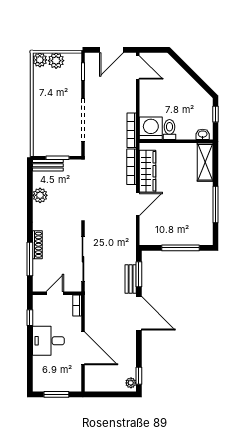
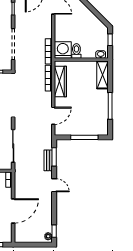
door: (138, 204) -> (53, 116), moved
door: (139, 313) -> (54, 185), width x0.53
door: (83, 348) -> (13, 211), hinge flipped

